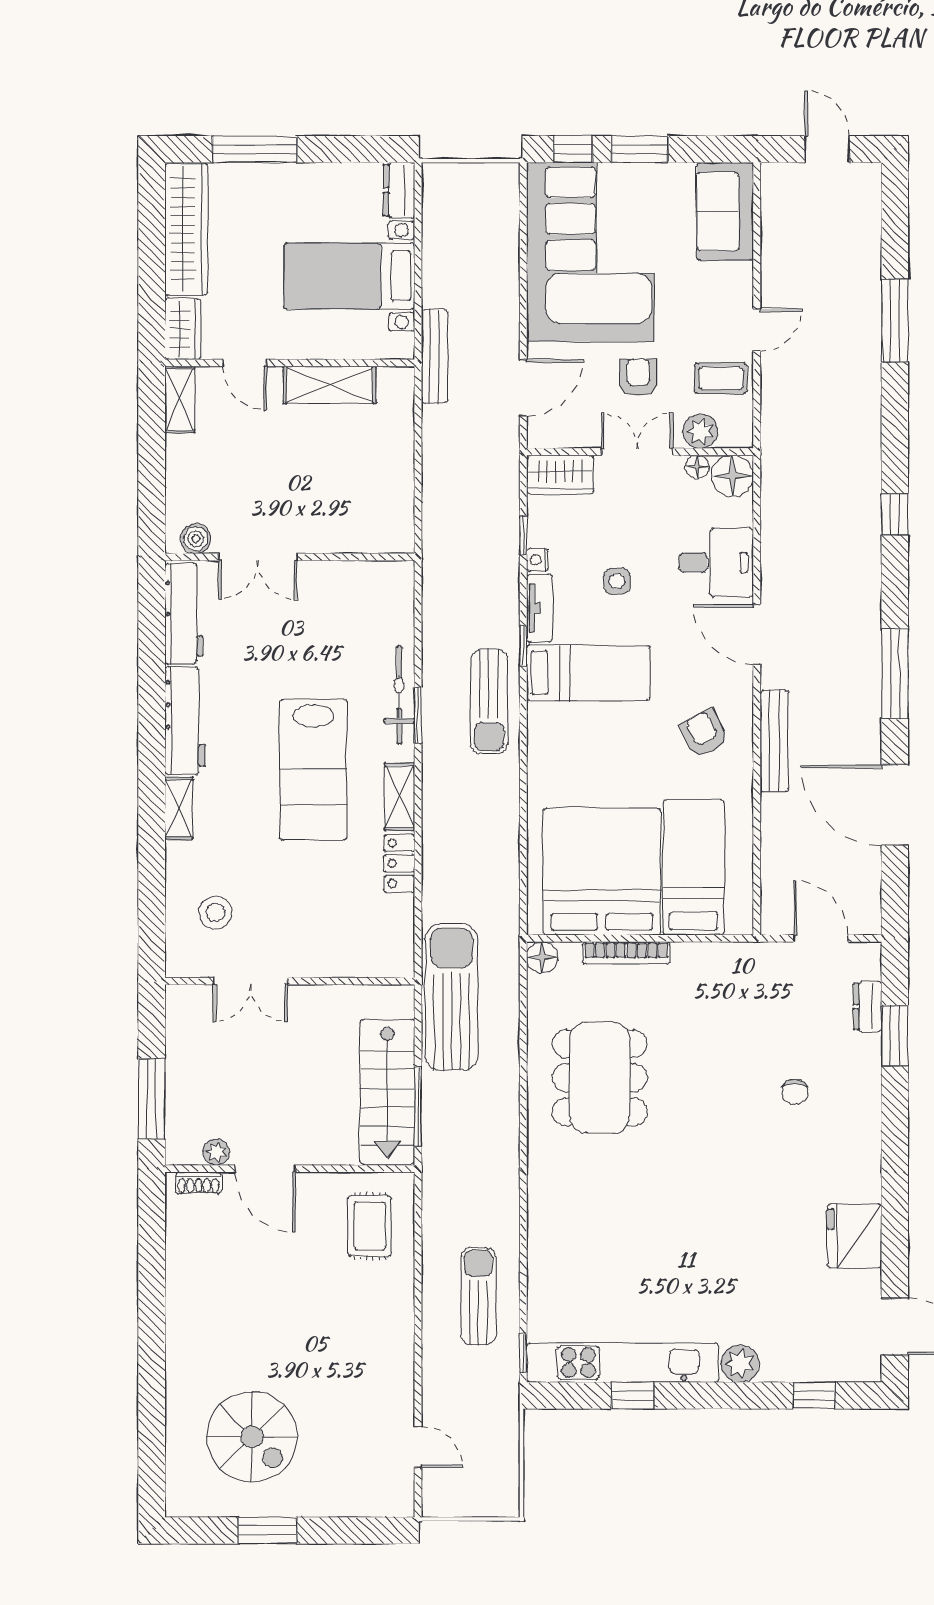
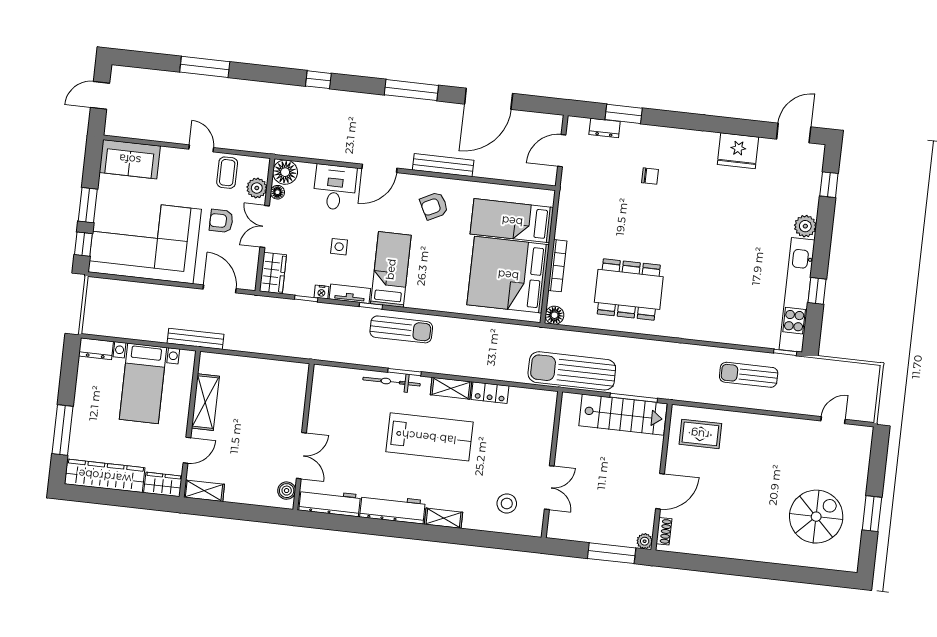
plant: (216, 1152) -> (645, 541), moved

